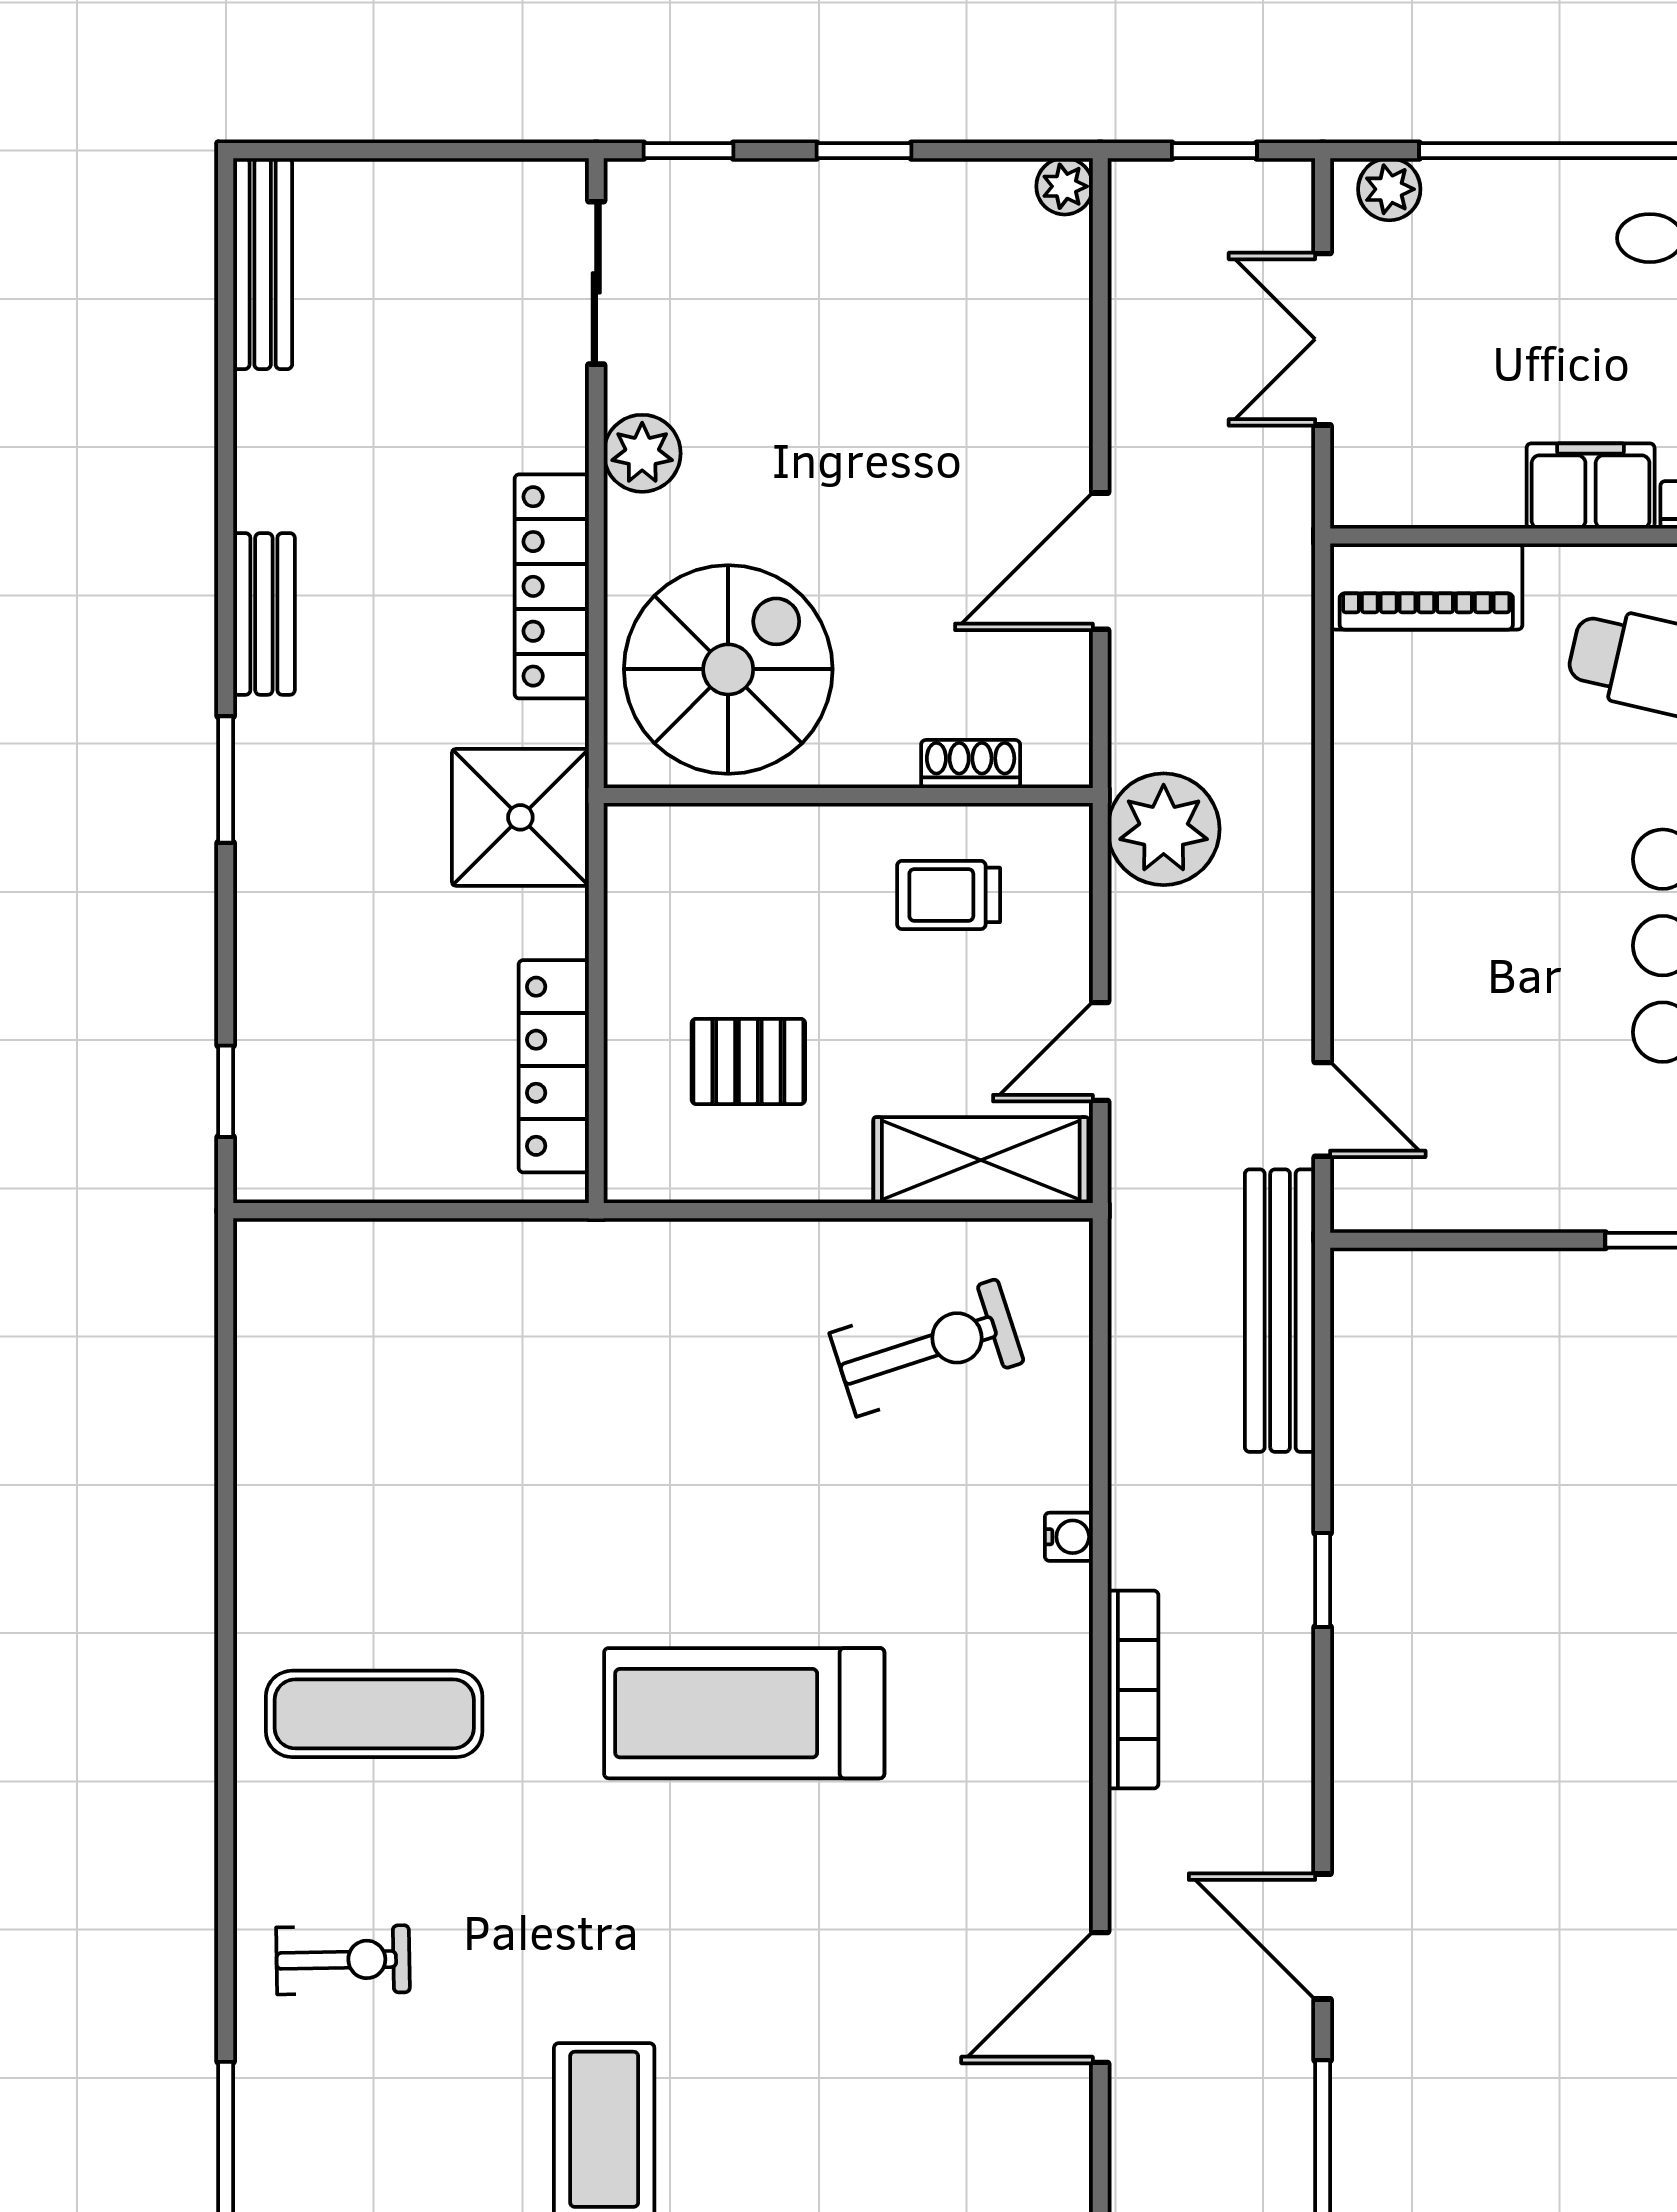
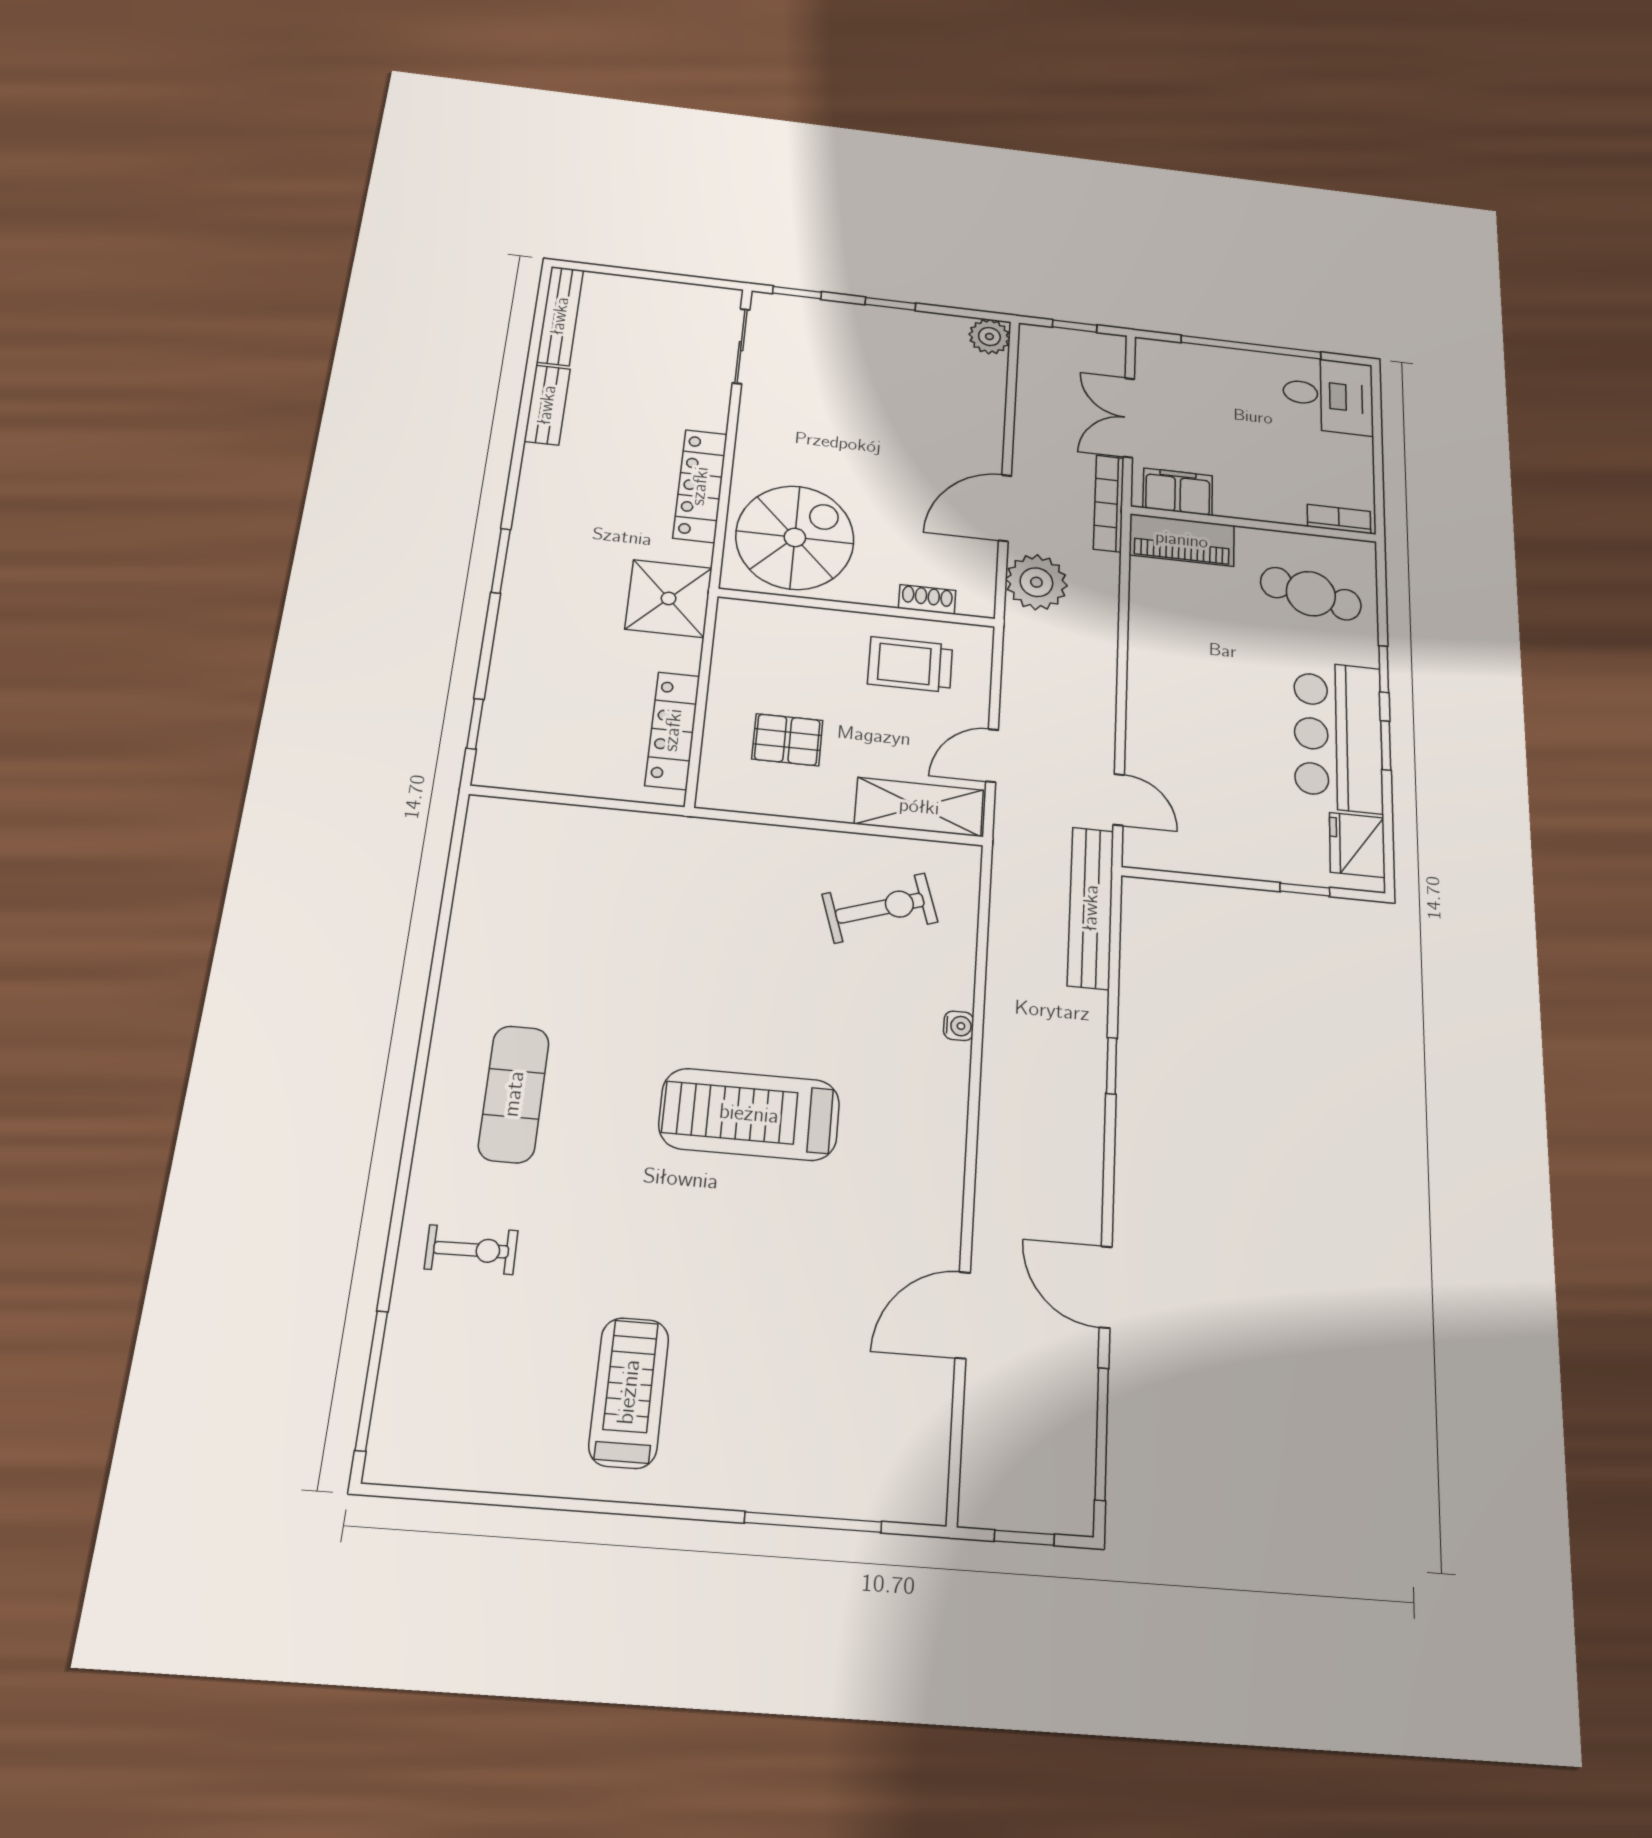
plant: (1065, 186) -> (989, 337), width x1.38, depth x1.38
plant: (1389, 189) -> (1165, 354), removed
plant: (642, 453) -> (758, 428), removed
filing cabinet: (1591, 486) -> (1178, 492), moved
bench: (264, 614) -> (547, 405), moved
plant: (1164, 829) -> (1036, 582), moved
trolley: (949, 895) -> (910, 665), width x1.36, depth x1.39
bookcase: (1133, 1690) -> (1109, 503), moved, turned 180
exercise mat: (374, 1714) -> (514, 1094), turned 90

